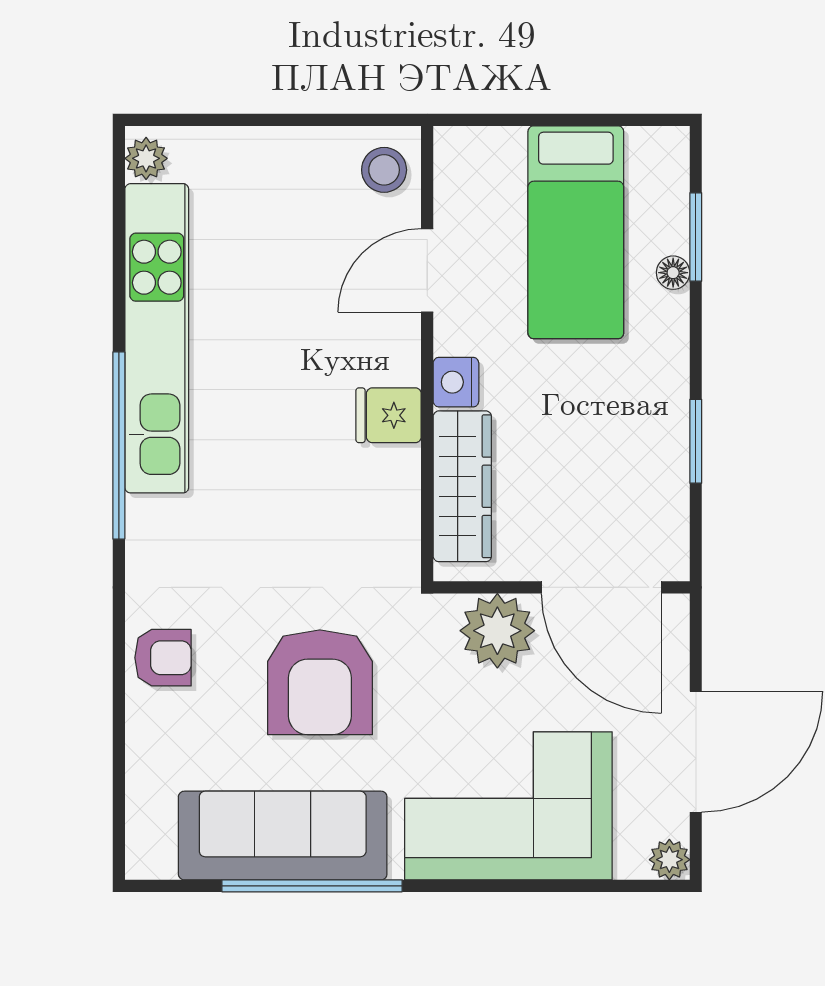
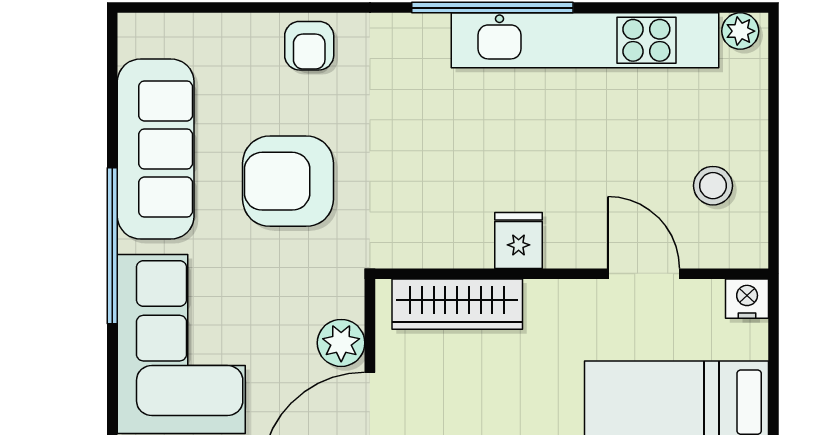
stool: (384, 170) -> (713, 186), moved
nightstand: (456, 382) -> (747, 299), moved
plant: (497, 631) -> (341, 343), width x0.73, depth x0.73
window: (312, 886) -> (112, 246), moved

